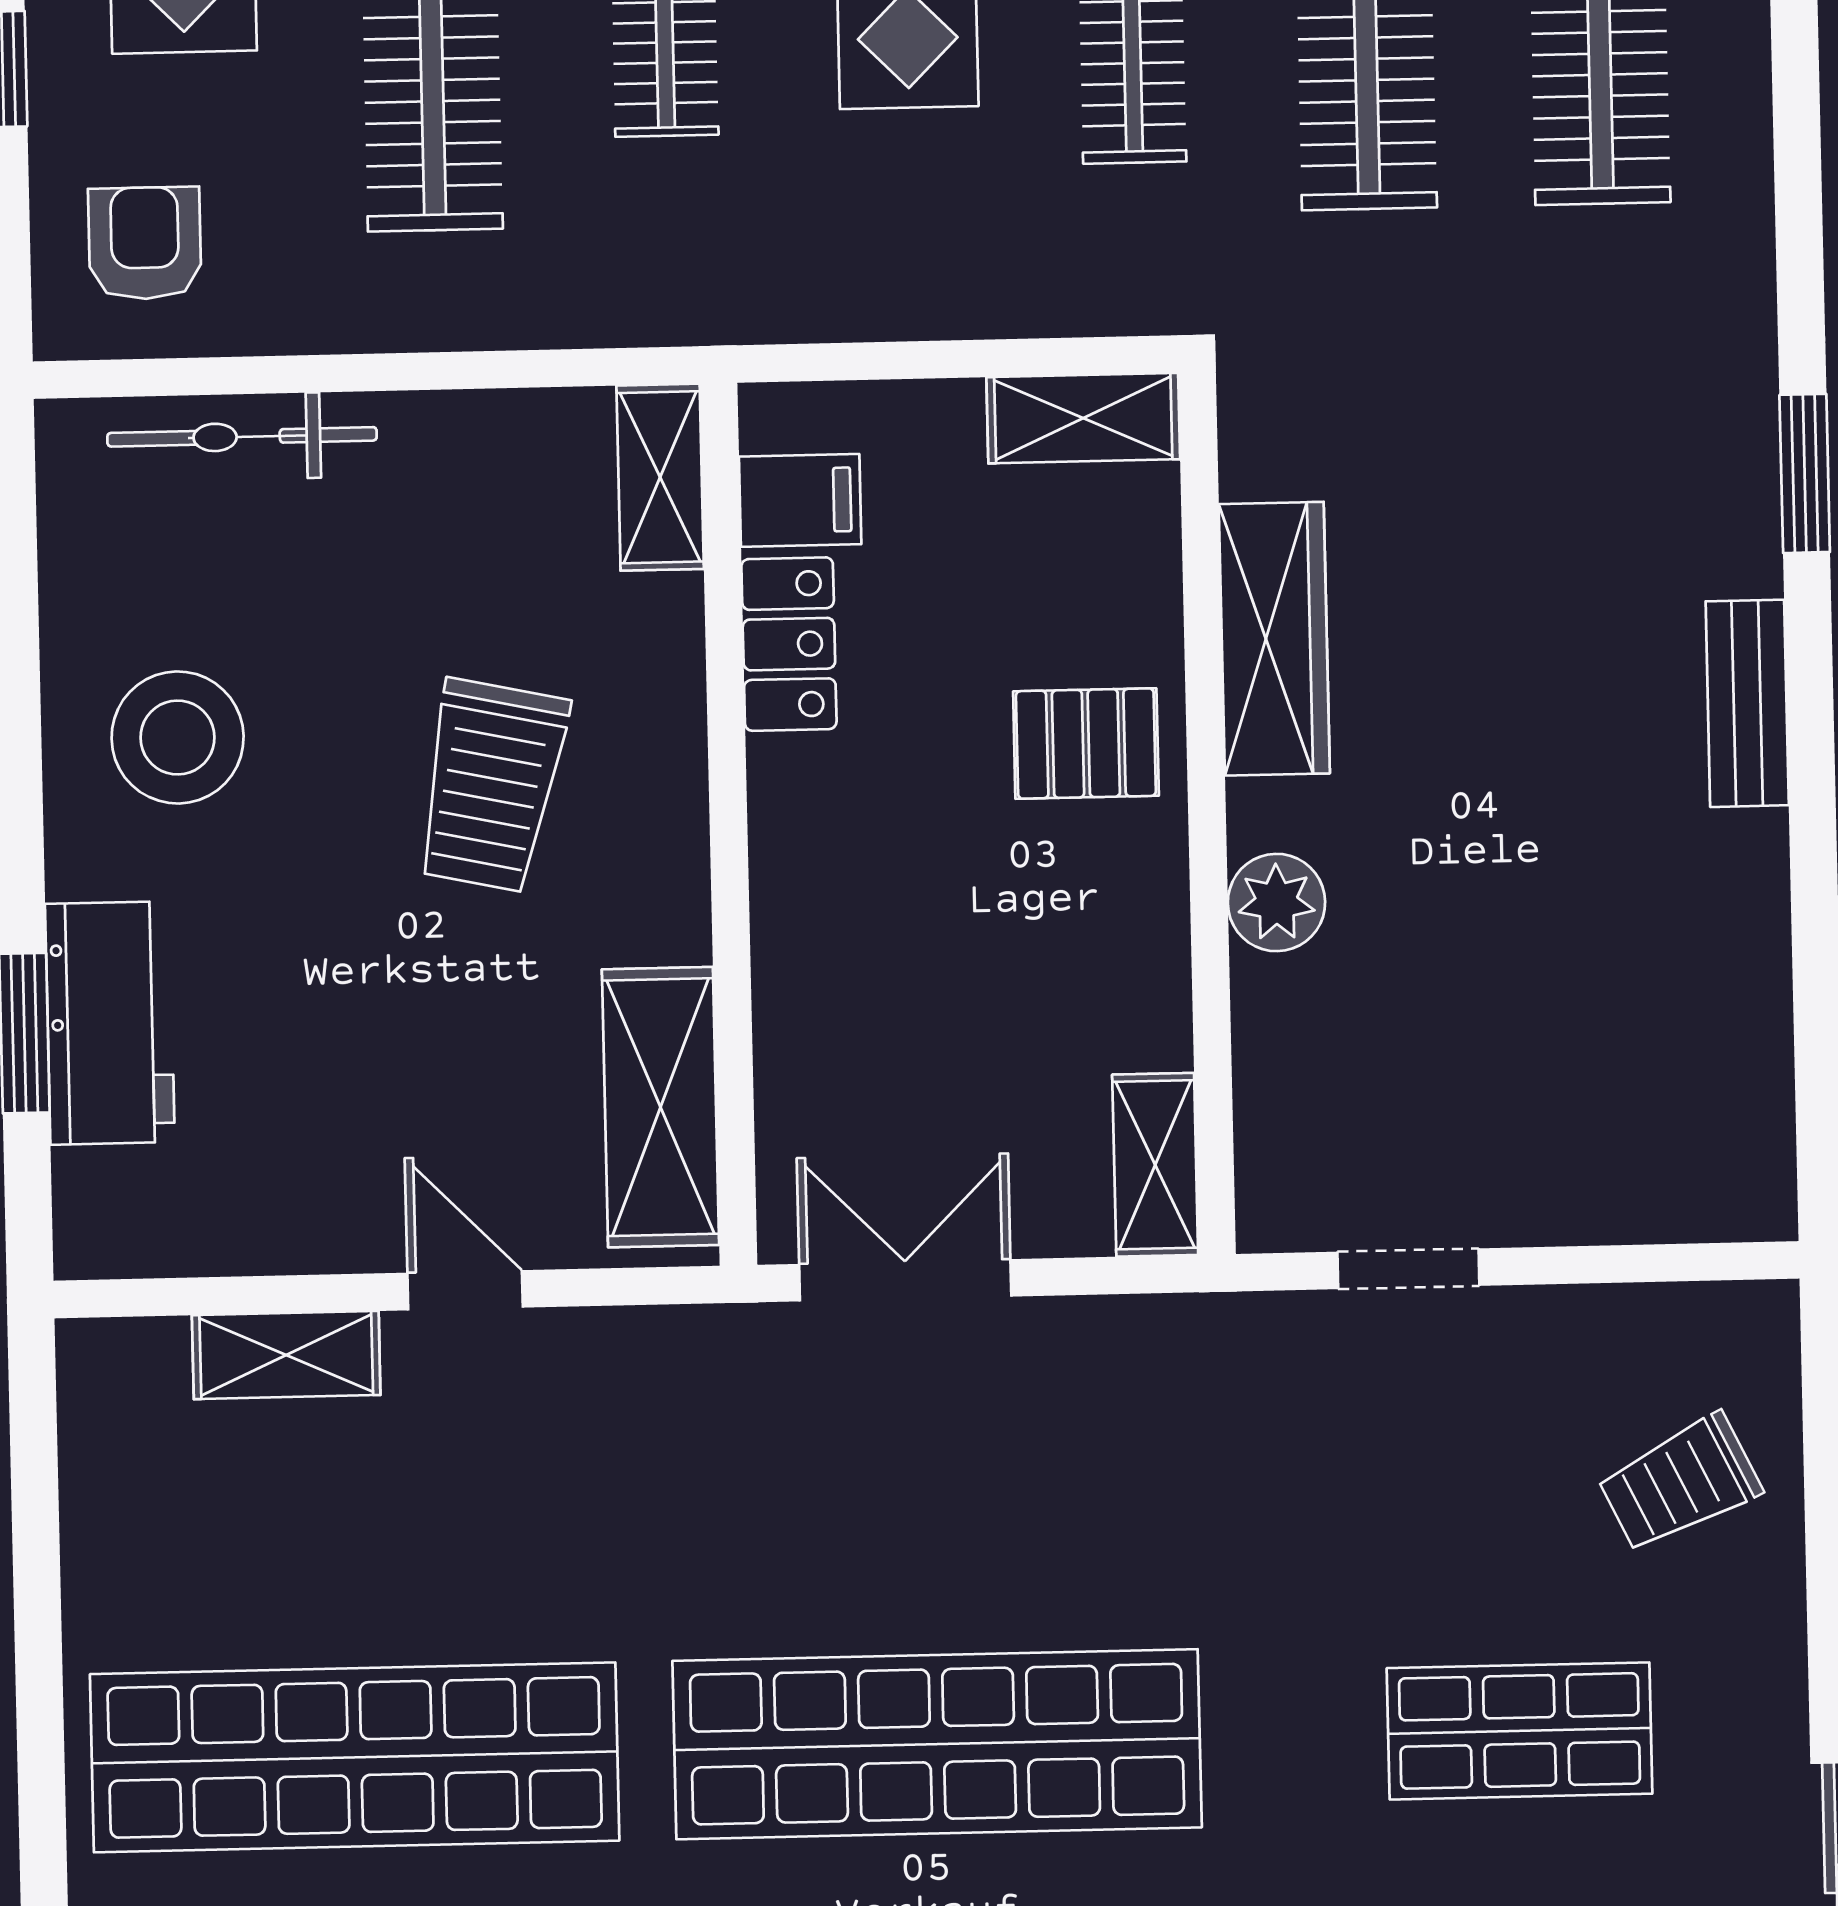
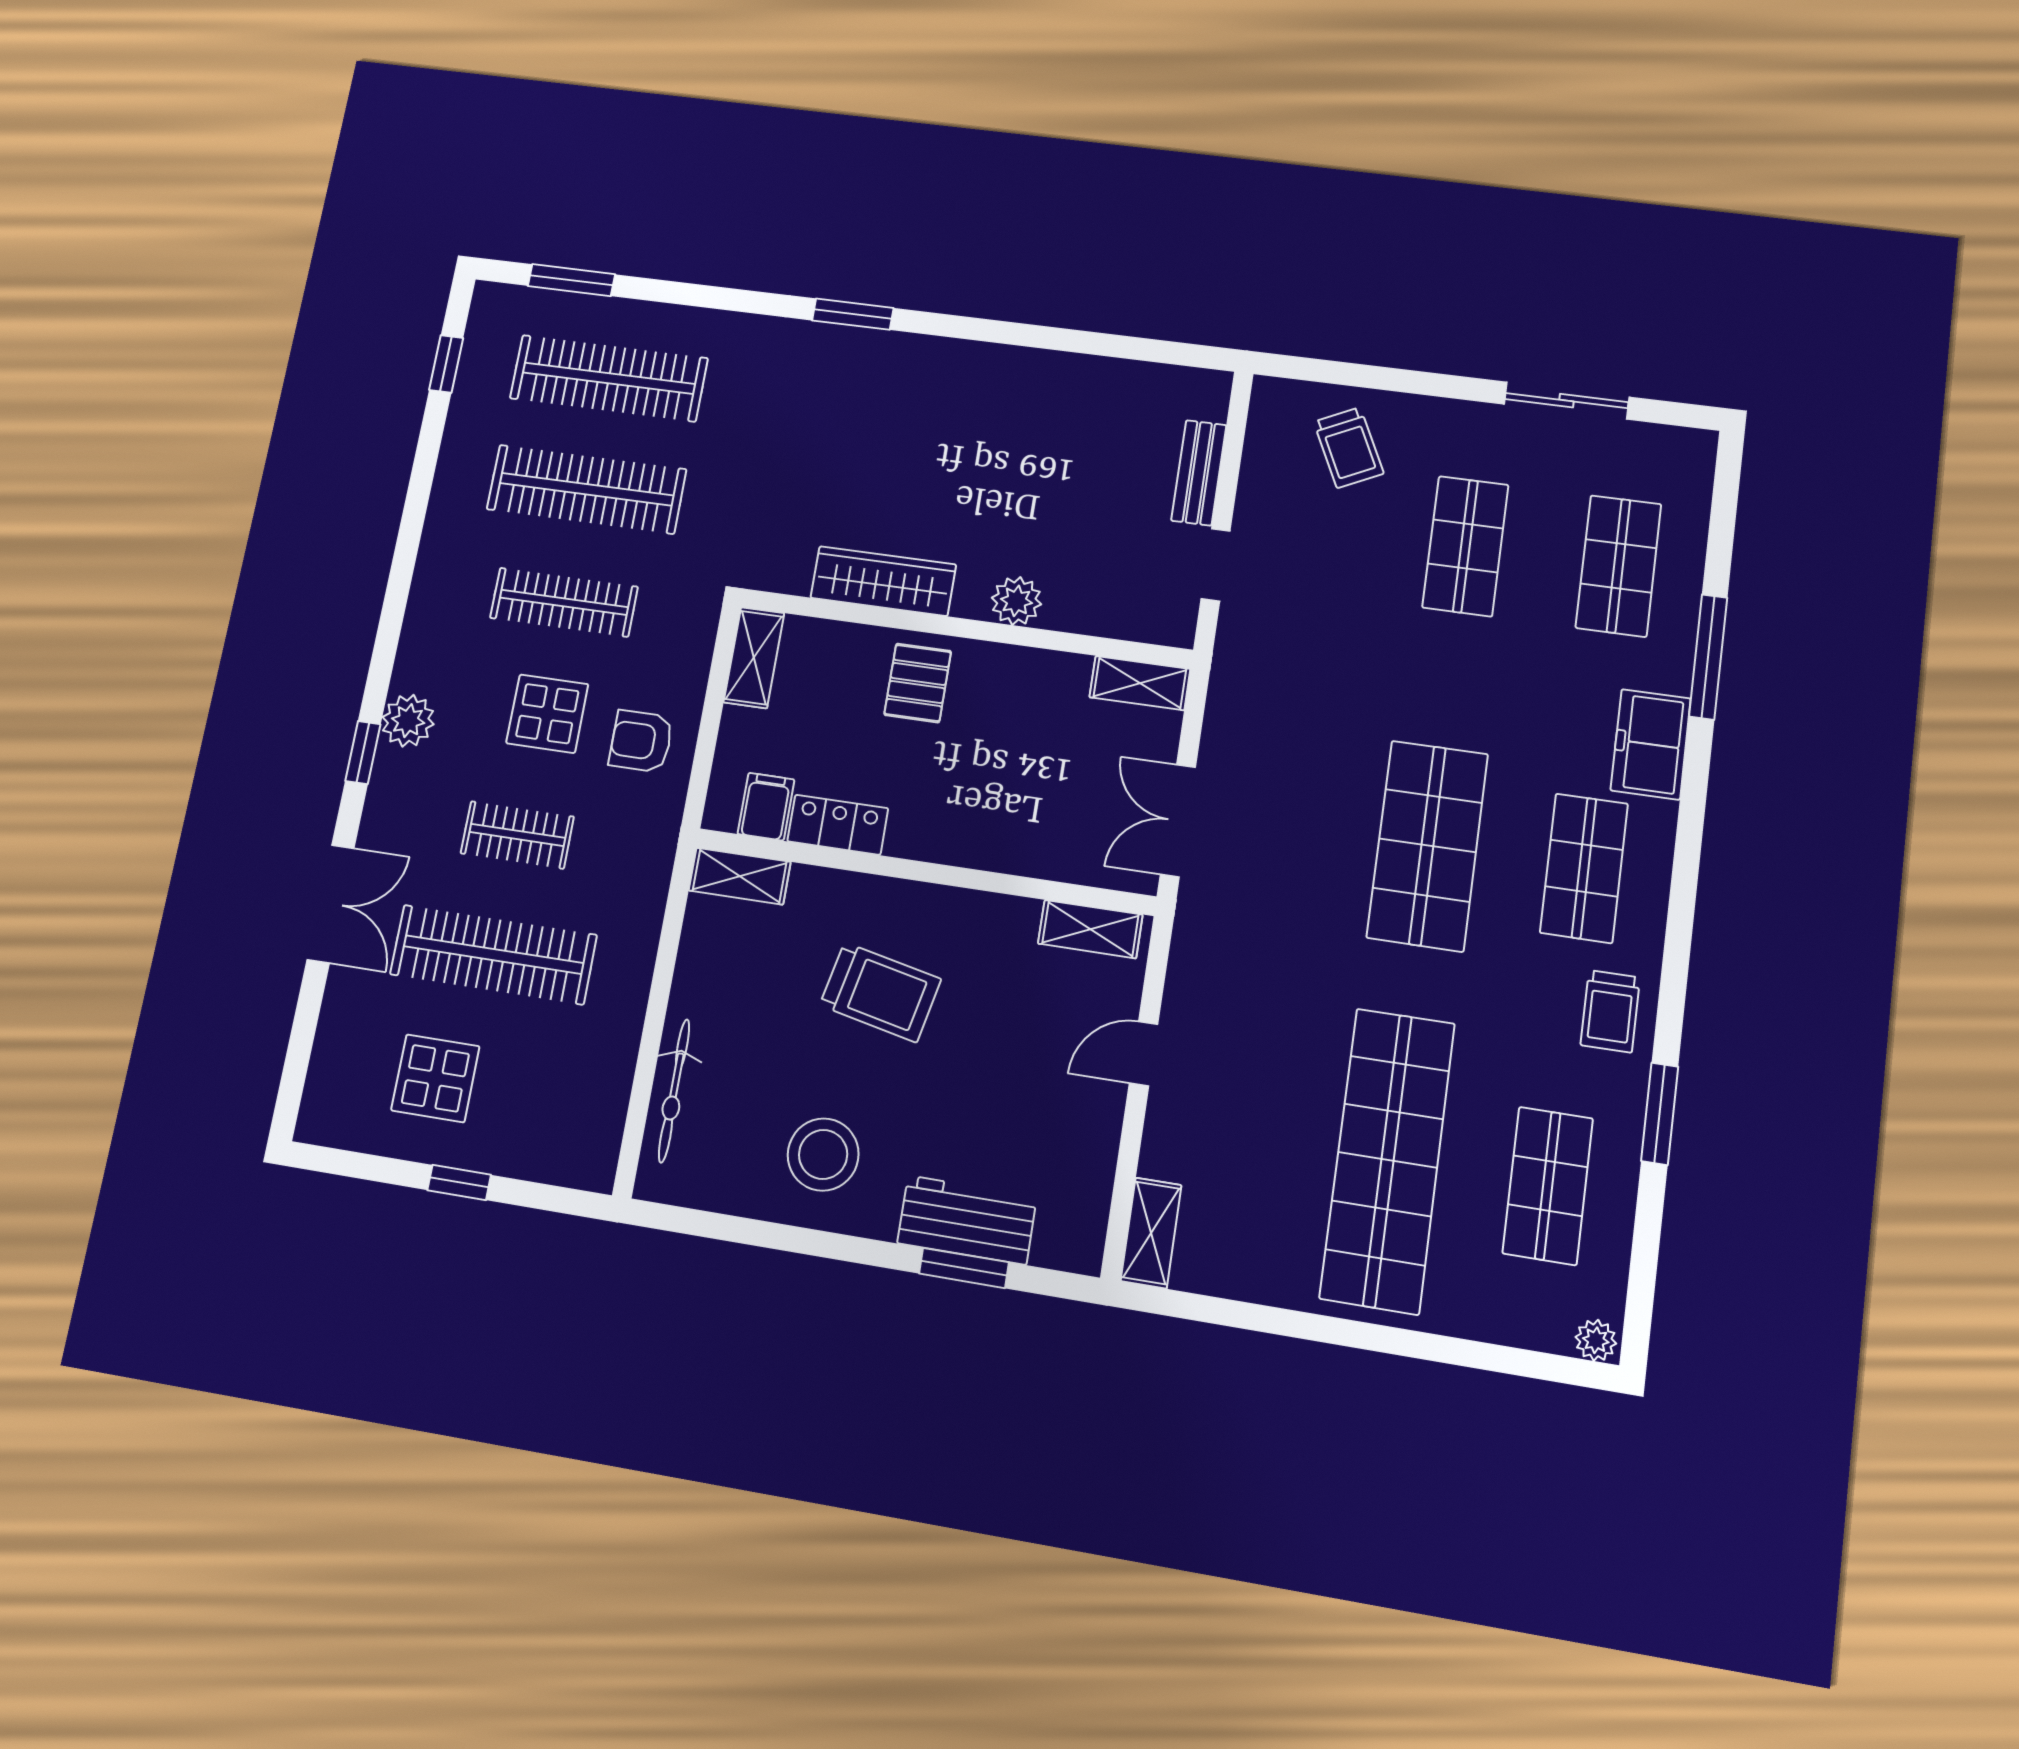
armchair: (145, 243) -> (641, 741), moved
bench: (1747, 703) -> (1199, 473), moved, turned 90
shelving: (660, 1107) -> (1090, 929), width x0.67, depth x0.75
shelving: (286, 1355) -> (1151, 1233), moved
shop shelf: (937, 1744) -> (1427, 845), width x0.71

